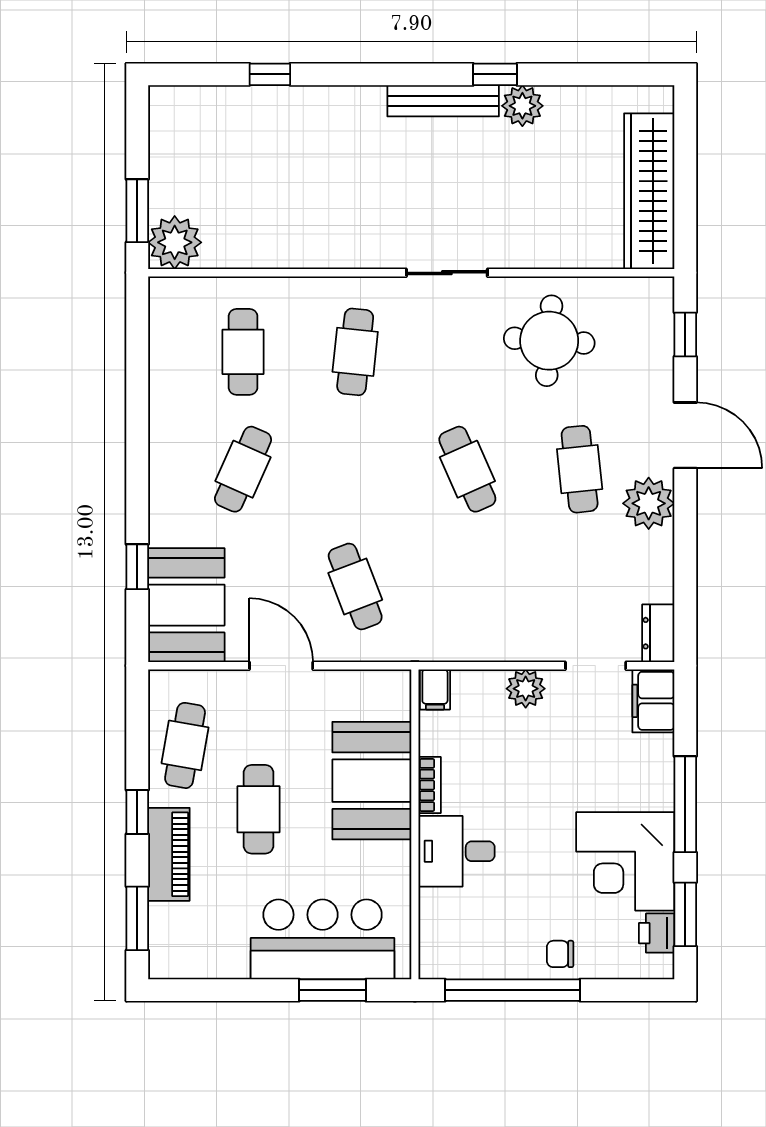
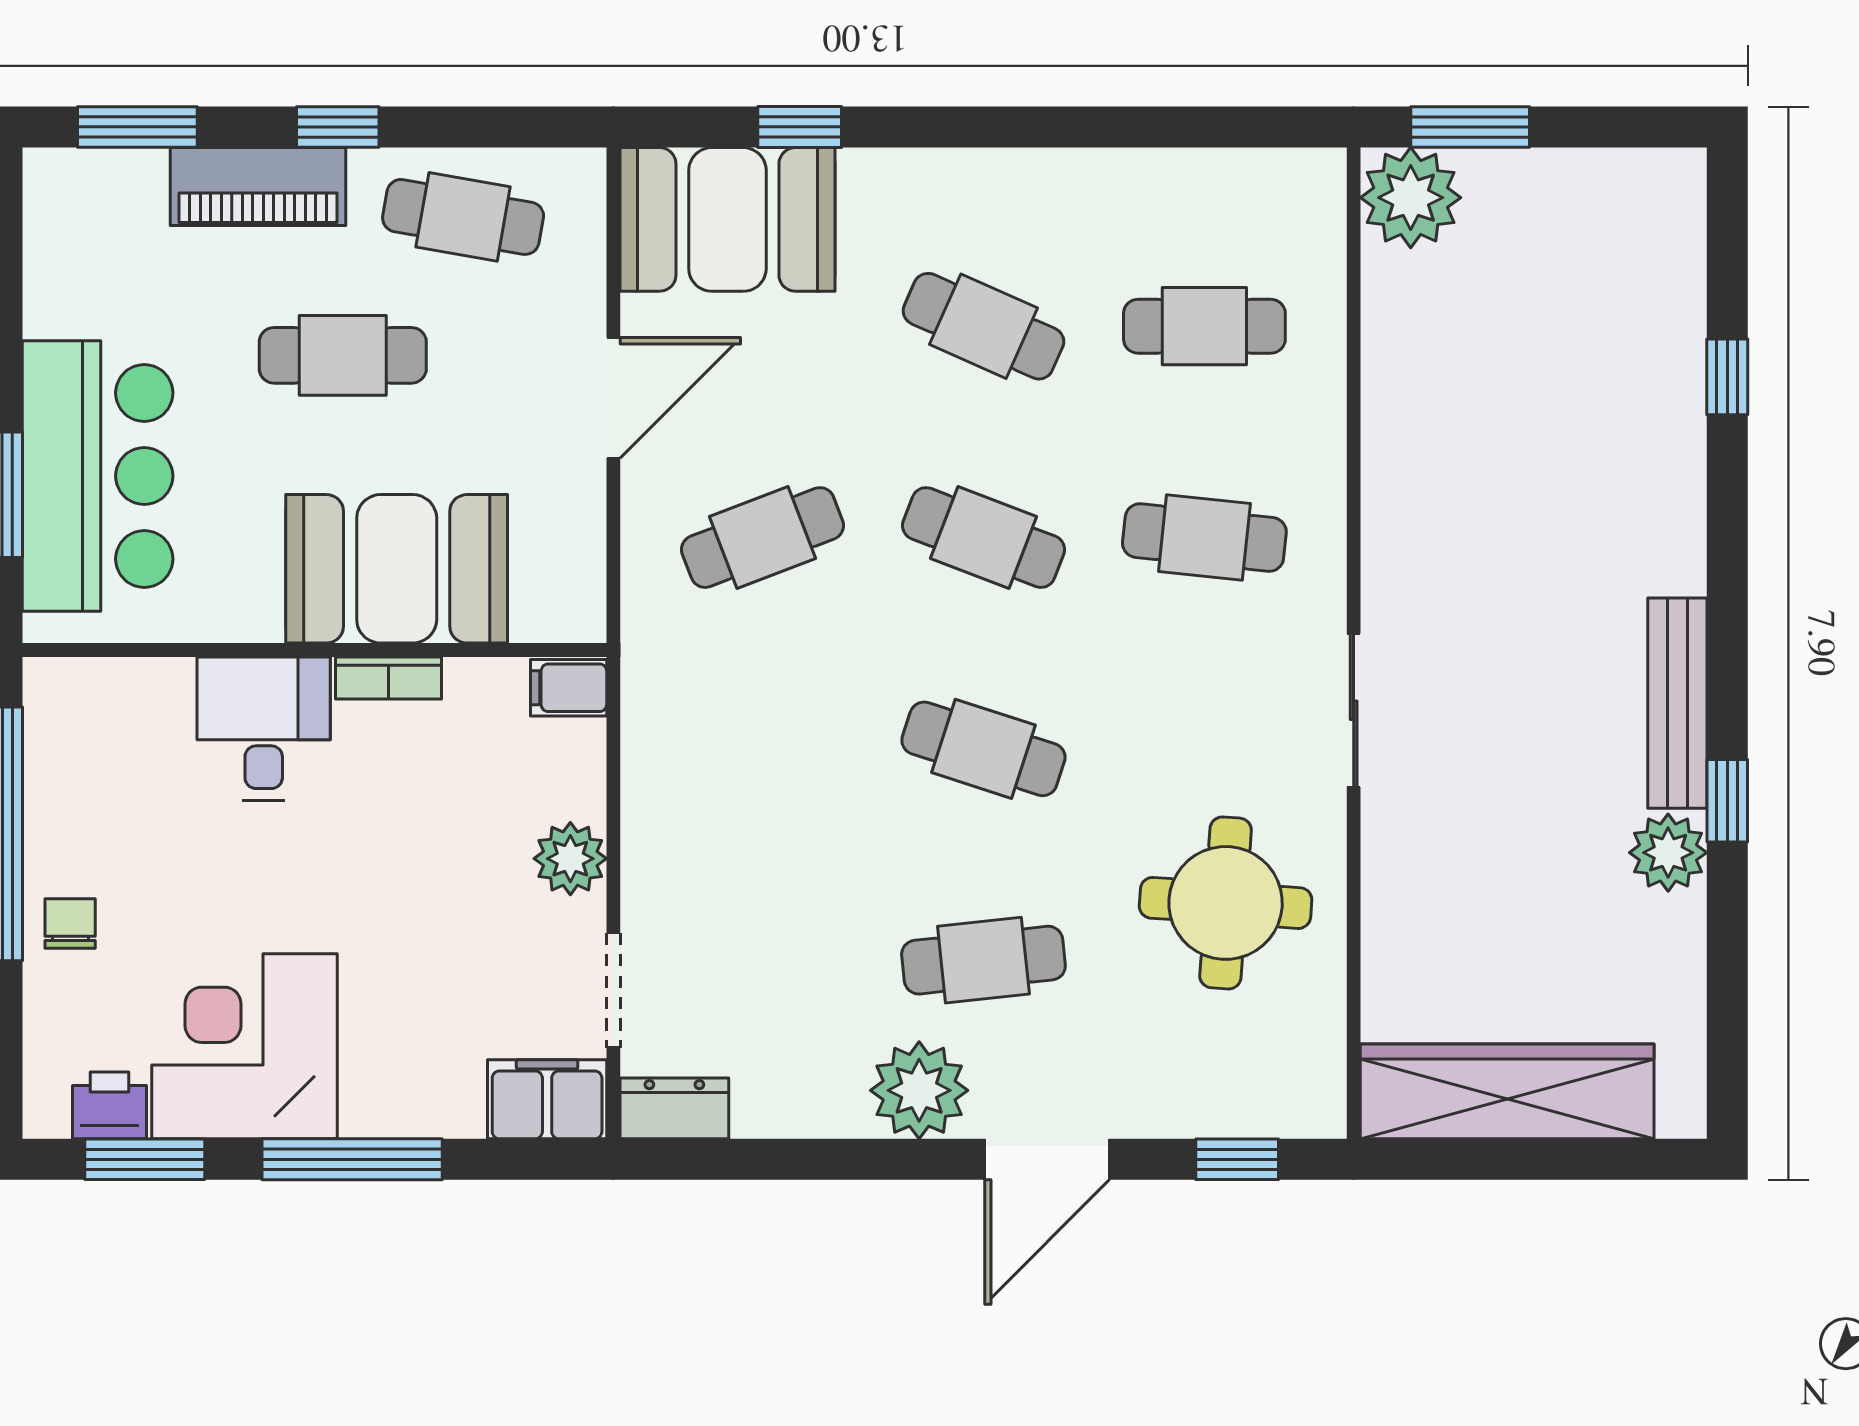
cafe table: (355, 469) -> (983, 538), added
cafe table: (467, 469) -> (983, 749), turned 42

